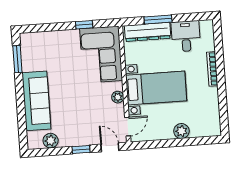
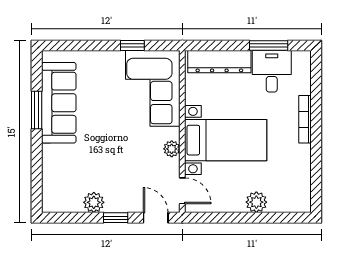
window: (158, 19) -> (269, 45), moved
window: (17, 59) -> (37, 110), moved
sofa: (36, 101) -> (59, 103), moved
door: (128, 127) -> (182, 191), hinge flipped
plant: (51, 141) -> (94, 202), moved

